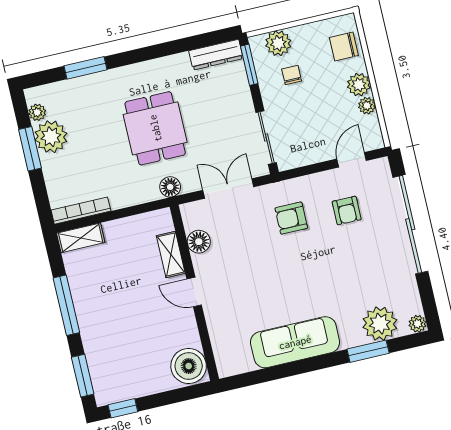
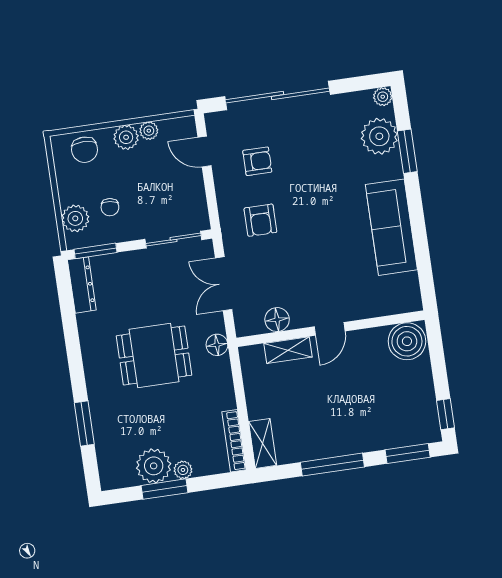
chair: (292, 75) -> (110, 207), turned -83
plant: (37, 112) -> (183, 470), moved

